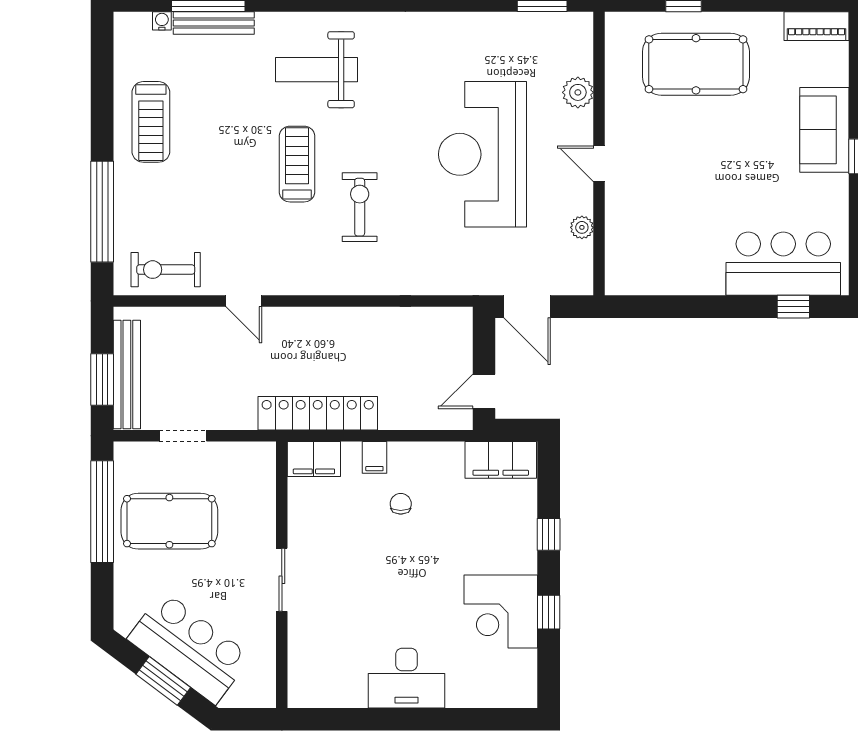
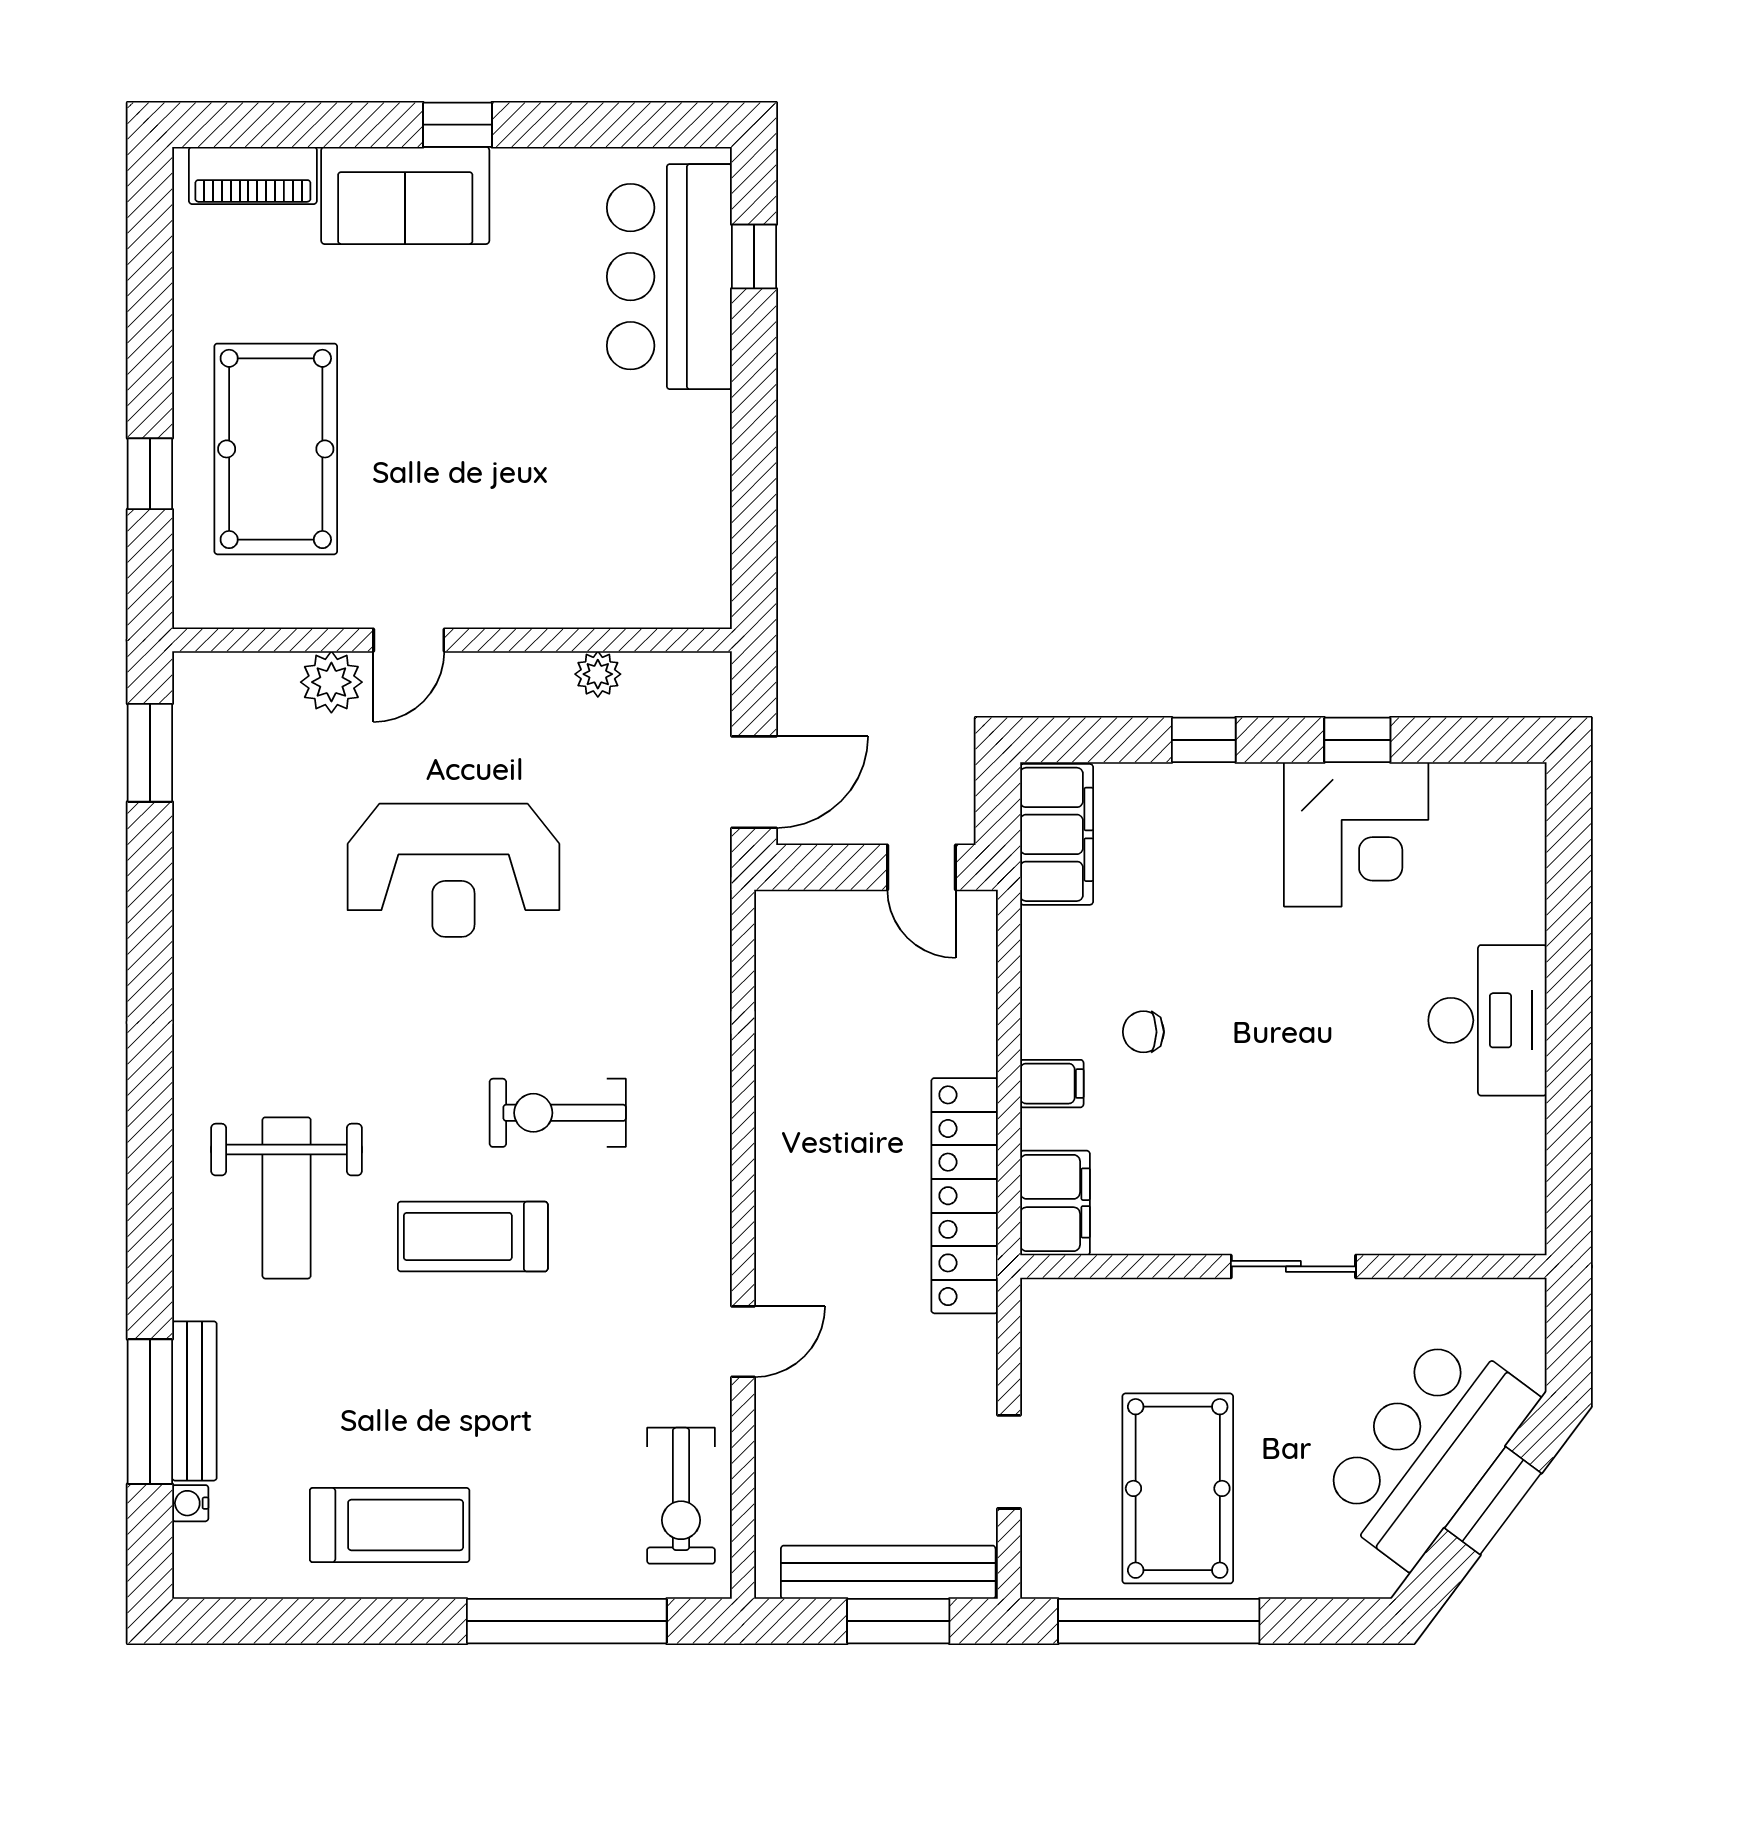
piano: (817, 26) -> (253, 175), moved, turned 90
reception desk: (483, 154) -> (453, 870), width x0.74, depth x0.77
door: (599, 164) -> (409, 640), moved

